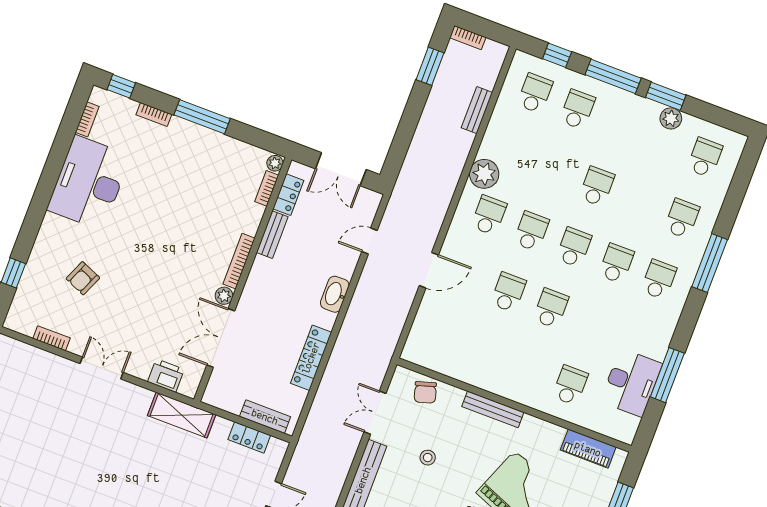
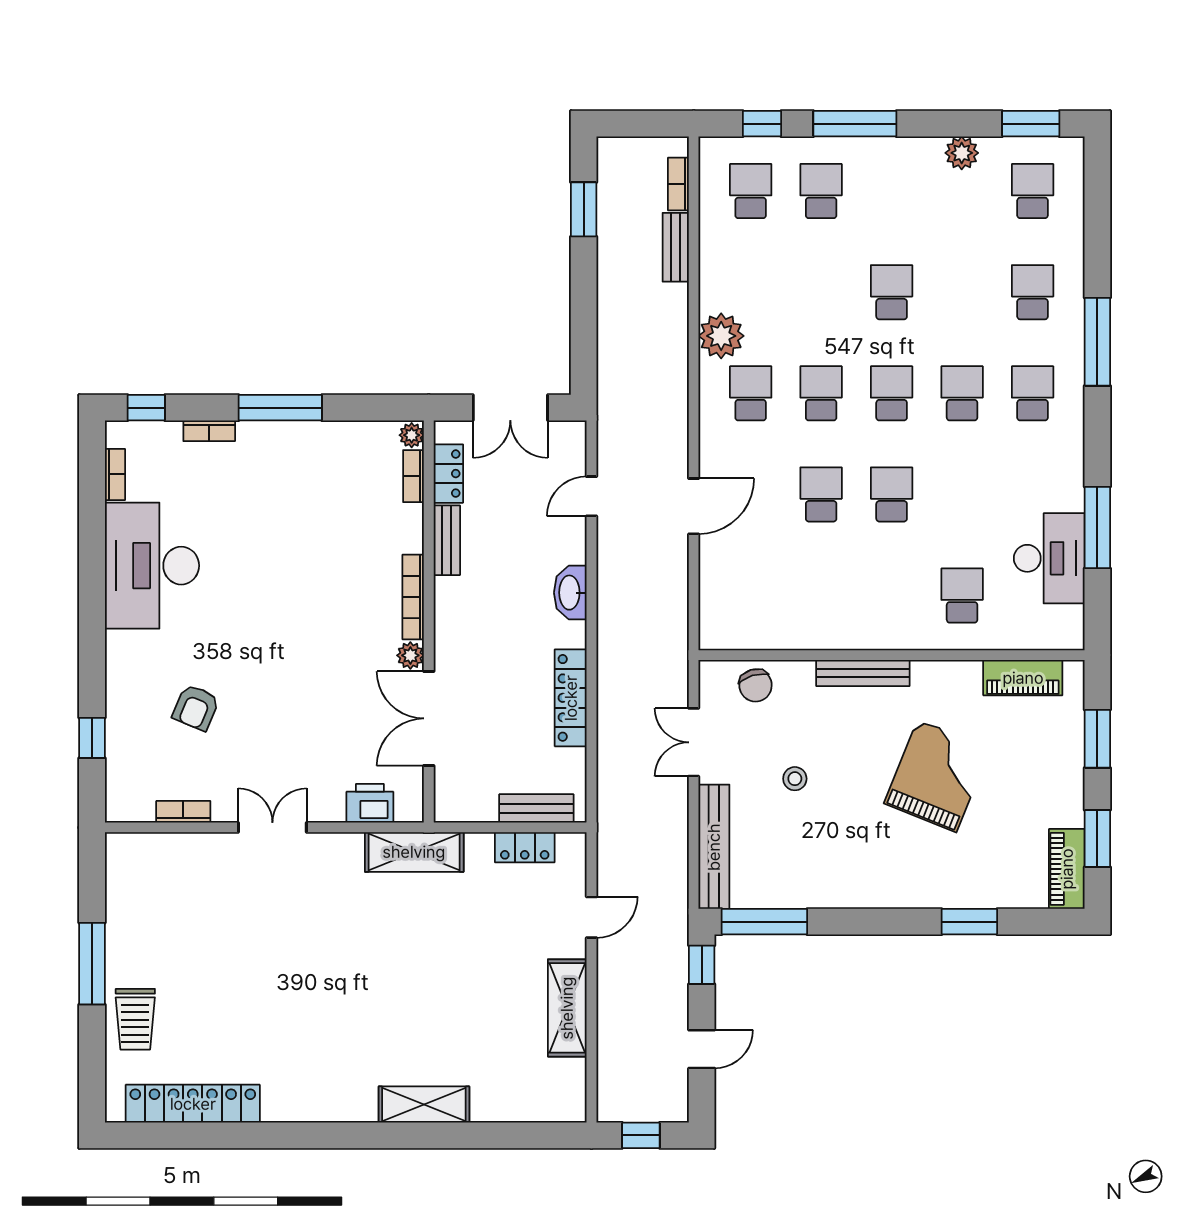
bookcase: (468, 37) -> (678, 184), moved, turned 90
window: (666, 96) -> (1031, 124), moved

